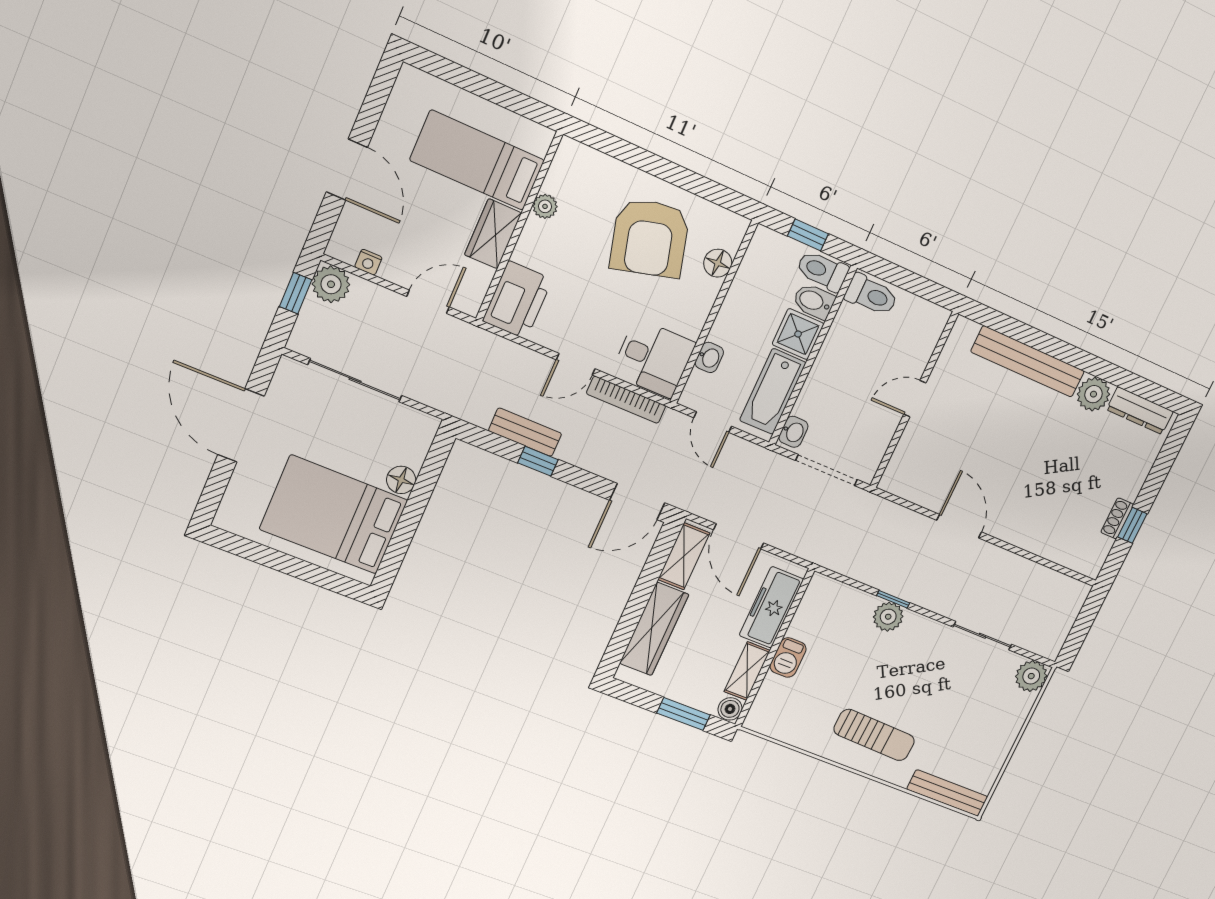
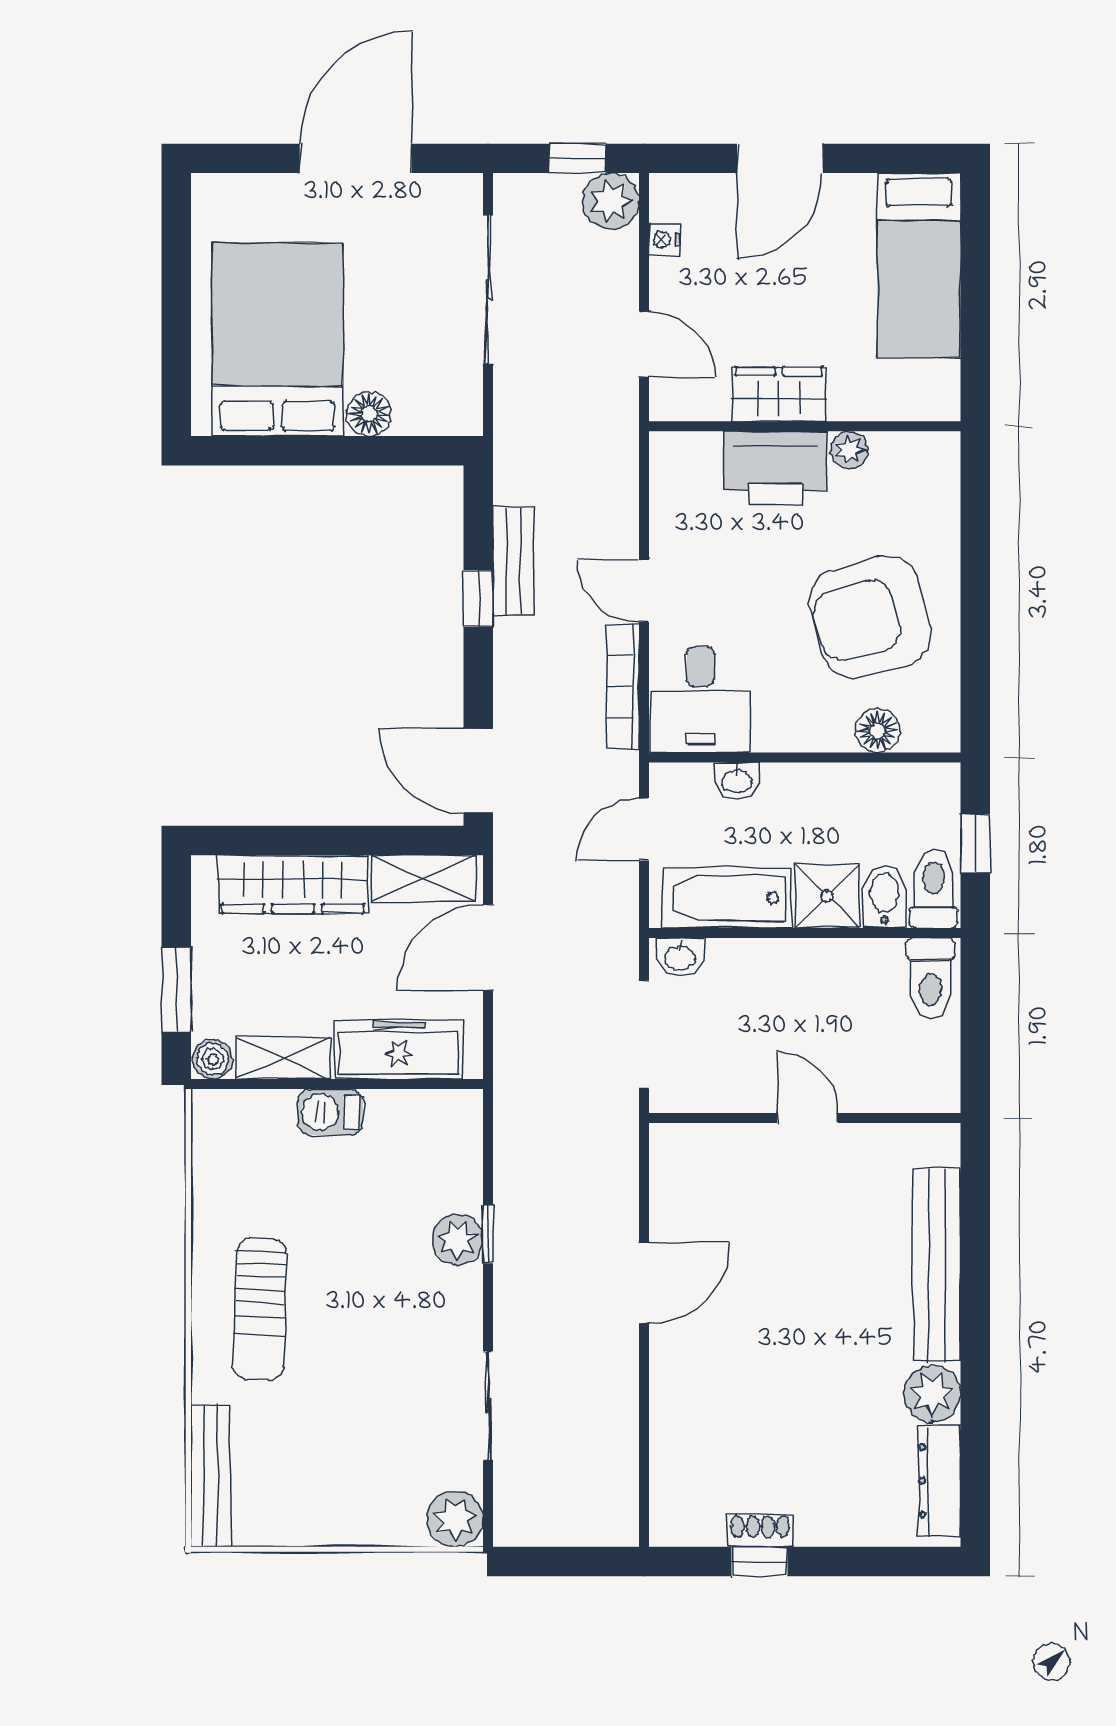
bed: (477, 160) -> (919, 265), moved, turned 180
printer: (517, 300) -> (775, 468), moved

